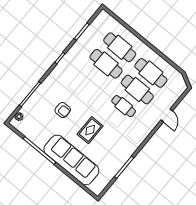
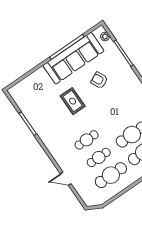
cafe table: (137, 89) -> (99, 157), width x0.73, depth x0.74
armchair: (63, 110) -> (99, 80), turned 65
sofa: (71, 160) -> (73, 58), moved

